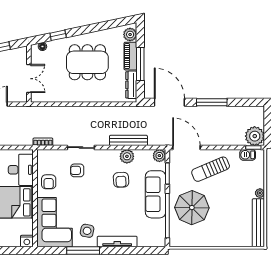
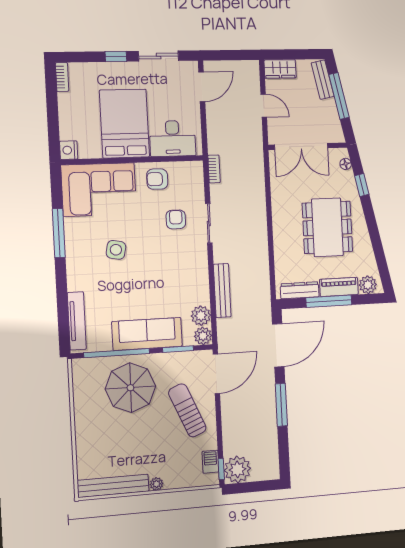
double door: (29, 79) -> (301, 146), width x1.37
plant: (127, 156) -> (201, 316), moved
armchair: (121, 180) -> (165, 283), removed
side table: (87, 231) -> (116, 250), moved
tv unit: (117, 242) -> (77, 321), moved

